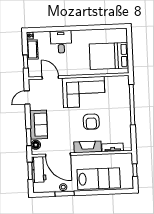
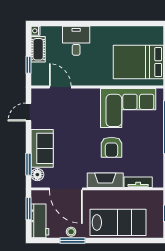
corner sofa: (84, 92) -> (128, 108), moved
workbench: (39, 169) -> (40, 221), moved

